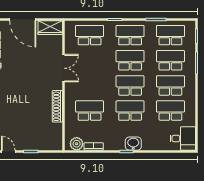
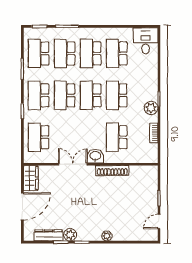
plant: (77, 144) -> (151, 108), moved
washbasin: (133, 144) -> (95, 156), moved, turned 90

